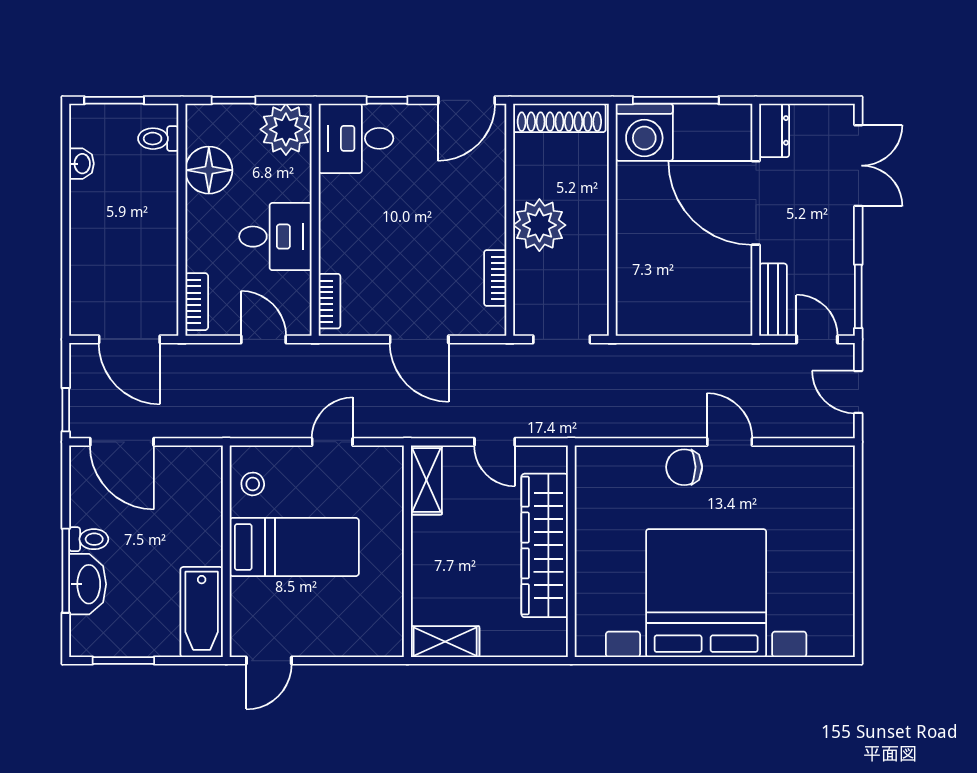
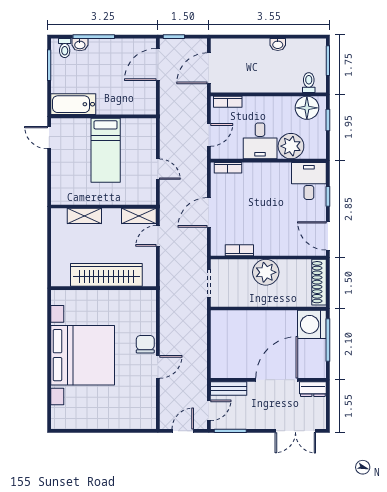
plant: (286, 129) -> (291, 146), moved
washbasin: (82, 164) -> (278, 44), moved
floor lamp: (209, 170) -> (307, 108), moved
door: (495, 442) -> (158, 236), moved
stool: (253, 484) -> (137, 130), removed
toilet: (89, 539) -> (65, 48), moved
washbasin: (88, 584) -> (80, 45), width x0.52, depth x0.69
shelving: (445, 642) -> (84, 216), moved, turned 90

